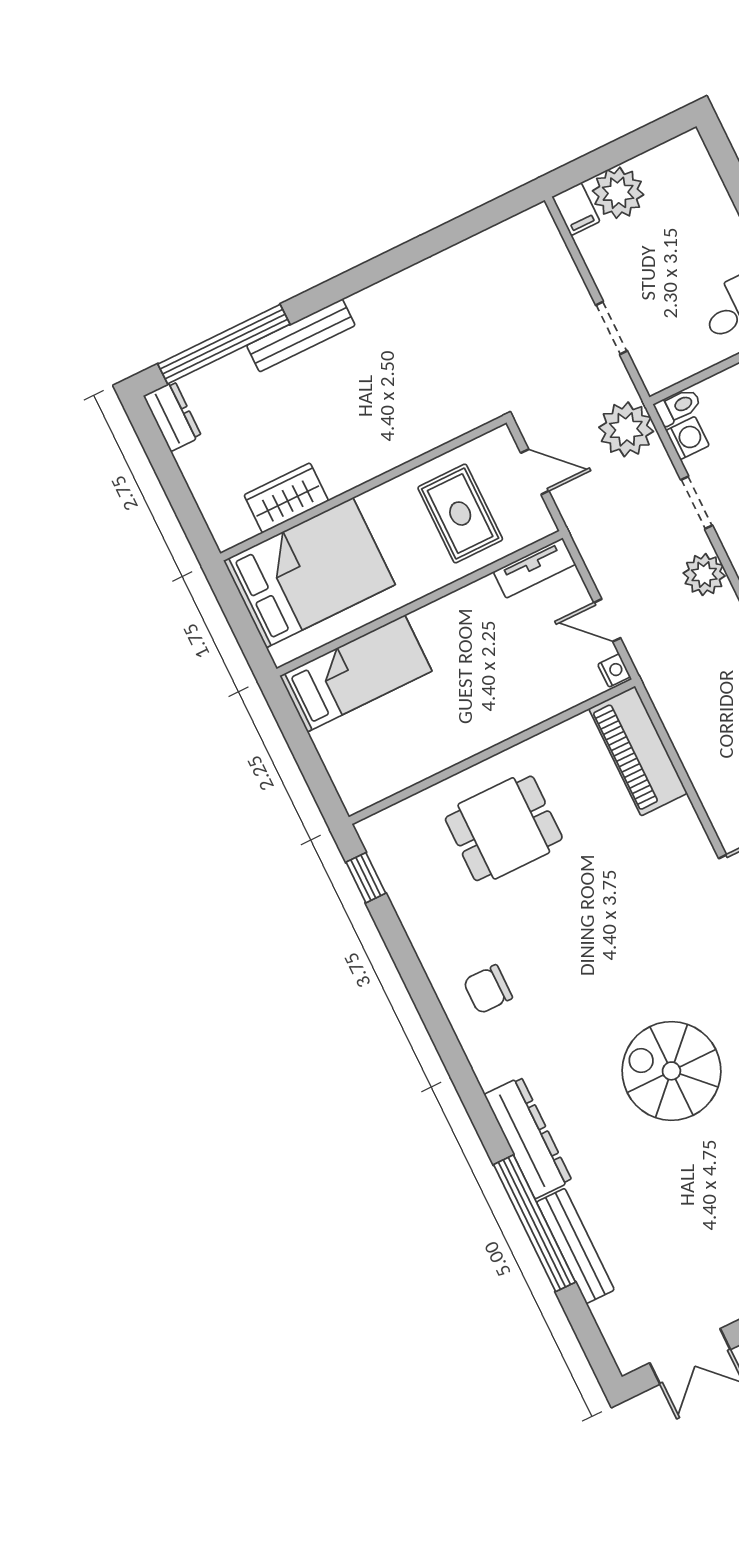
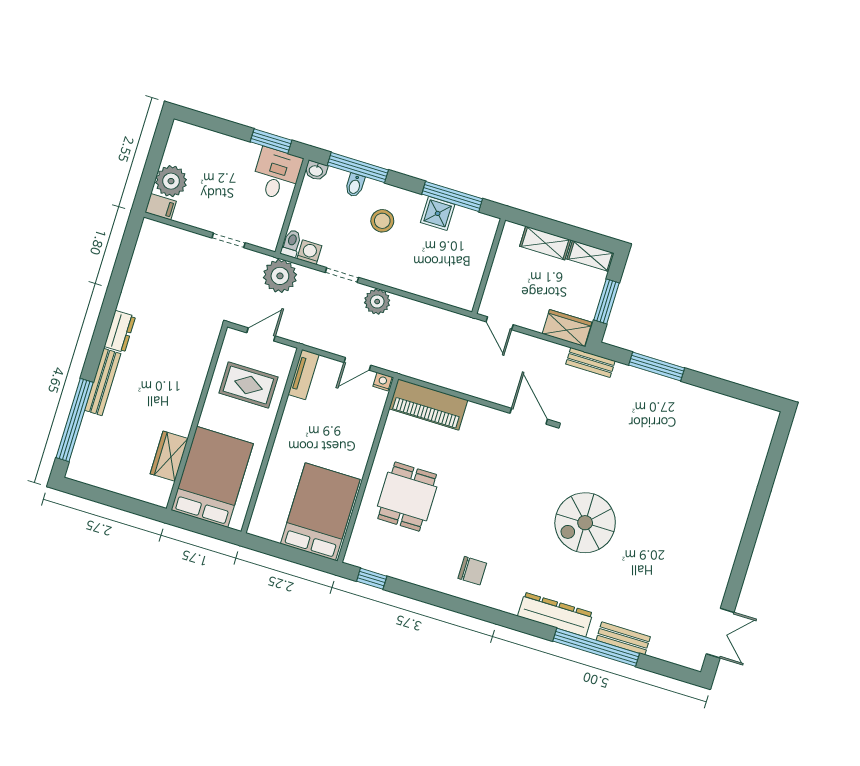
dresser: (172, 416) -> (120, 331), moved, turned 90
bed: (356, 673) -> (320, 512), moved, width x1.50
chair: (488, 989) -> (472, 571), turned -90
bench: (575, 1246) -> (623, 638), width x0.73

